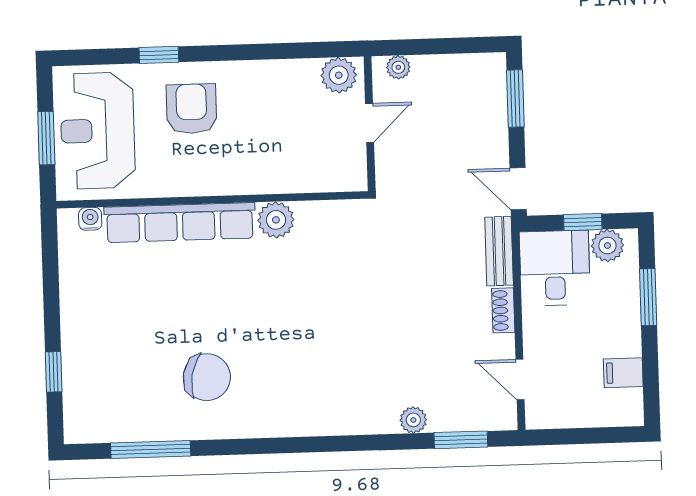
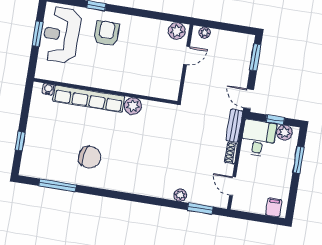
wall: (212, 200) -> (106, 91), moved
water cooler: (90, 219) -> (48, 89), moved
plant: (276, 220) -> (133, 106), moved
row of seats: (180, 223) -> (89, 99), moved
filing cabinet: (623, 373) -> (274, 207), moved, turned 90

